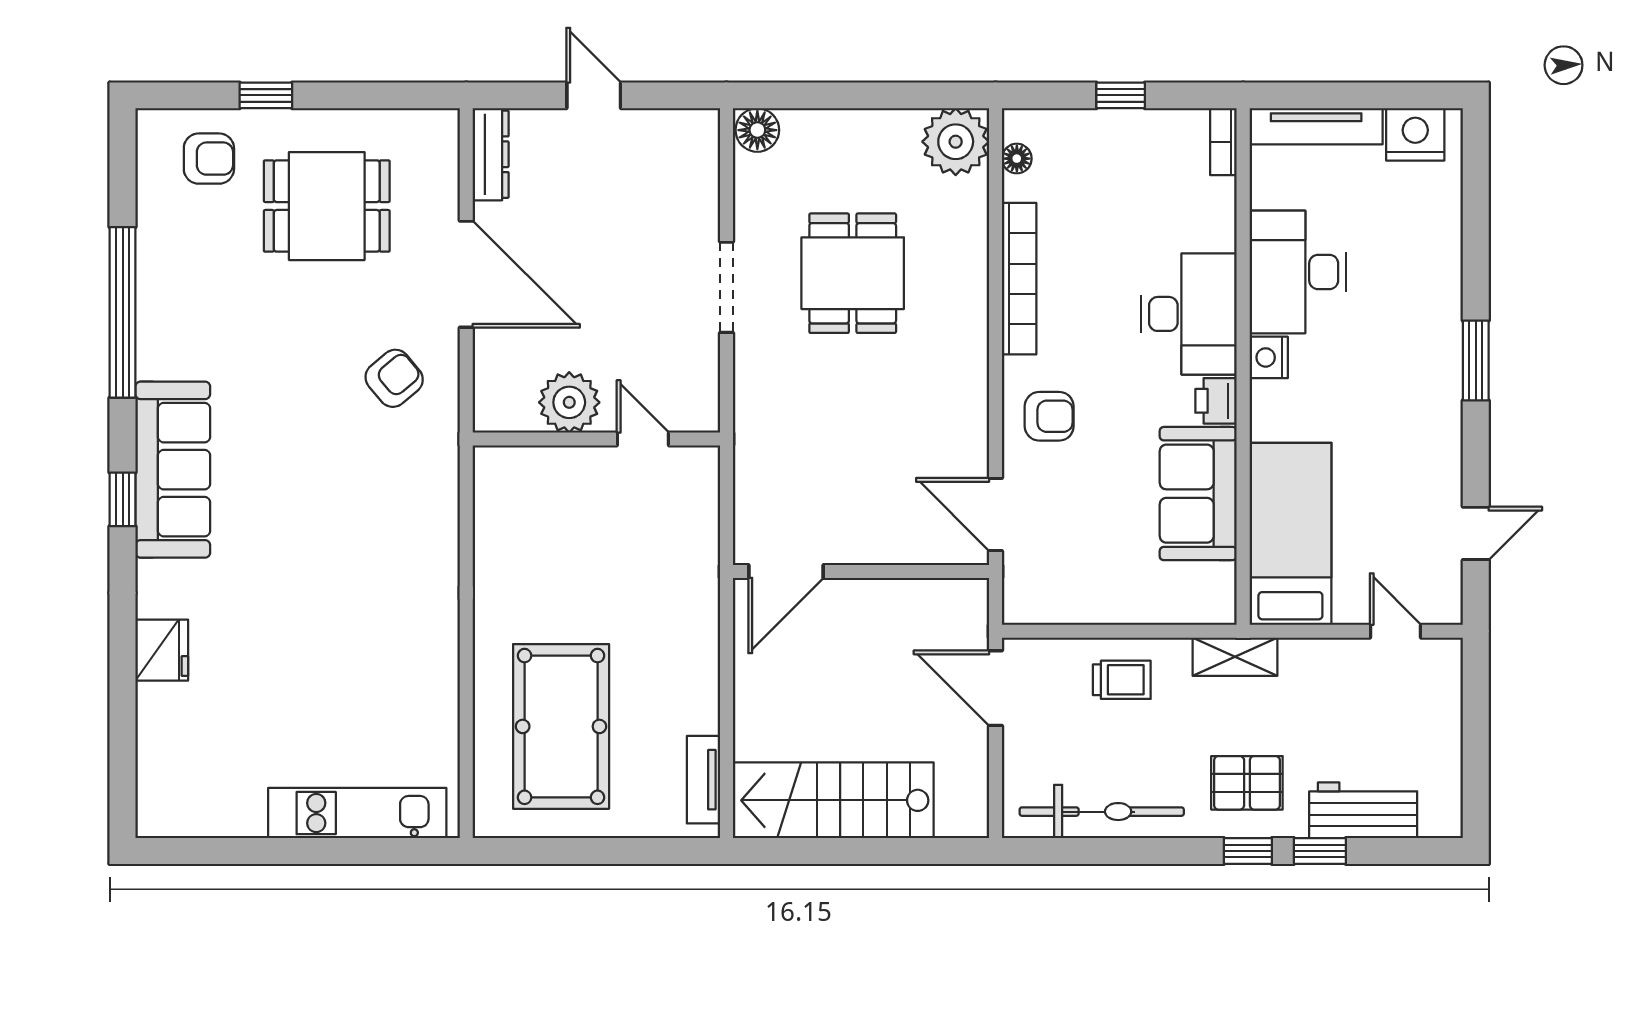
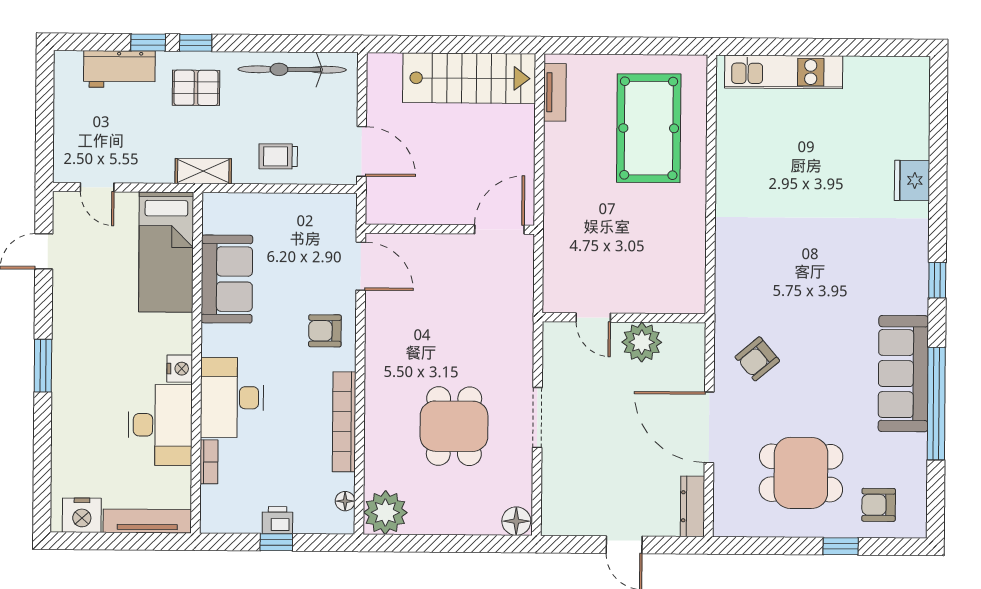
bookcase: (1223, 142) -> (209, 462), moved
printer: (1216, 401) -> (277, 520), moved, turned -90
sofa: (173, 470) -> (903, 374), moved

